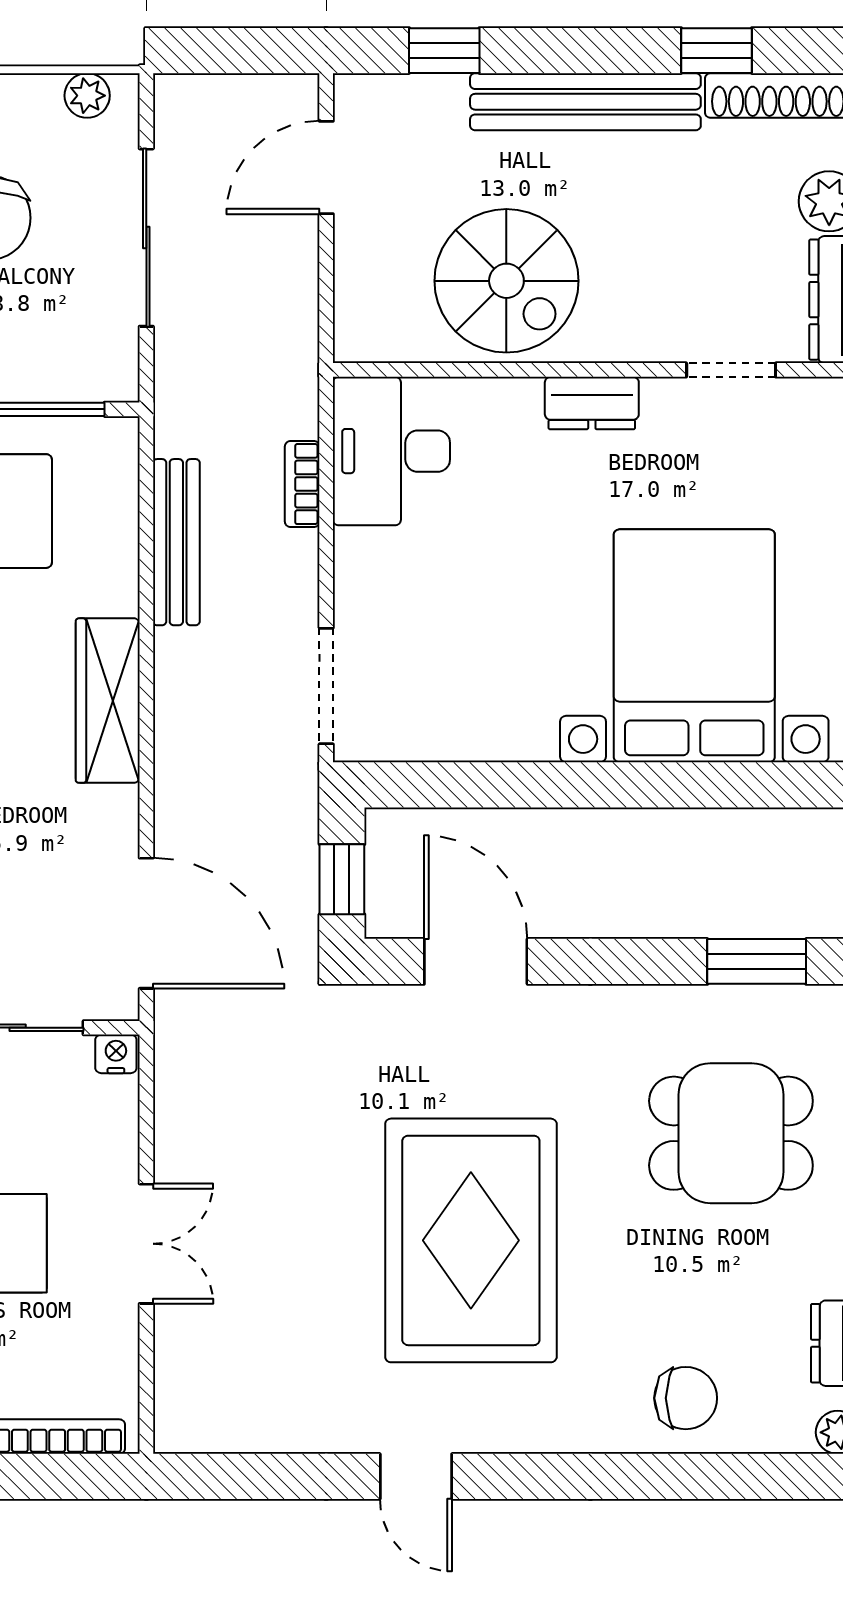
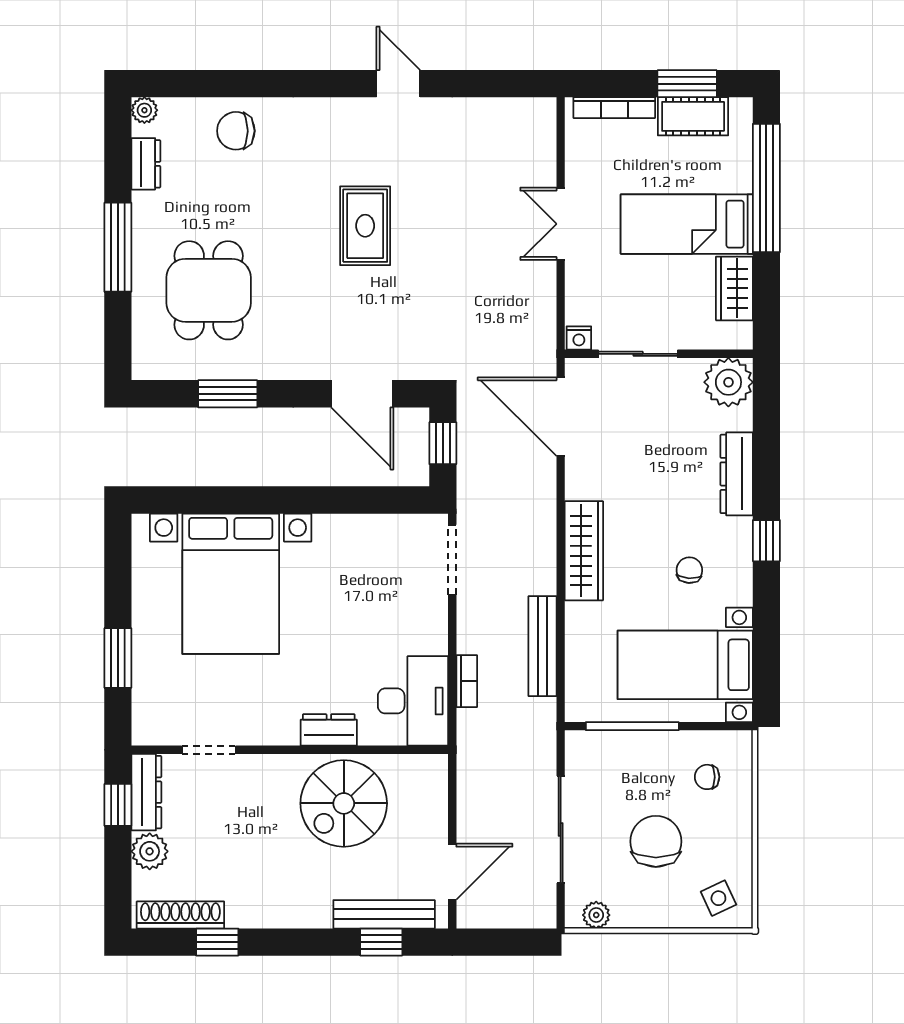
bench: (585, 102) -> (384, 914), moved, width x0.73, depth x0.82
spiral stairs: (506, 281) -> (344, 803), turned -90
dresser: (592, 403) -> (329, 730), moved
window: (757, 961) -> (228, 394), moved
dining table: (731, 1133) -> (209, 290), turned 90
rug: (471, 1240) -> (365, 226), width x0.54, depth x0.49

